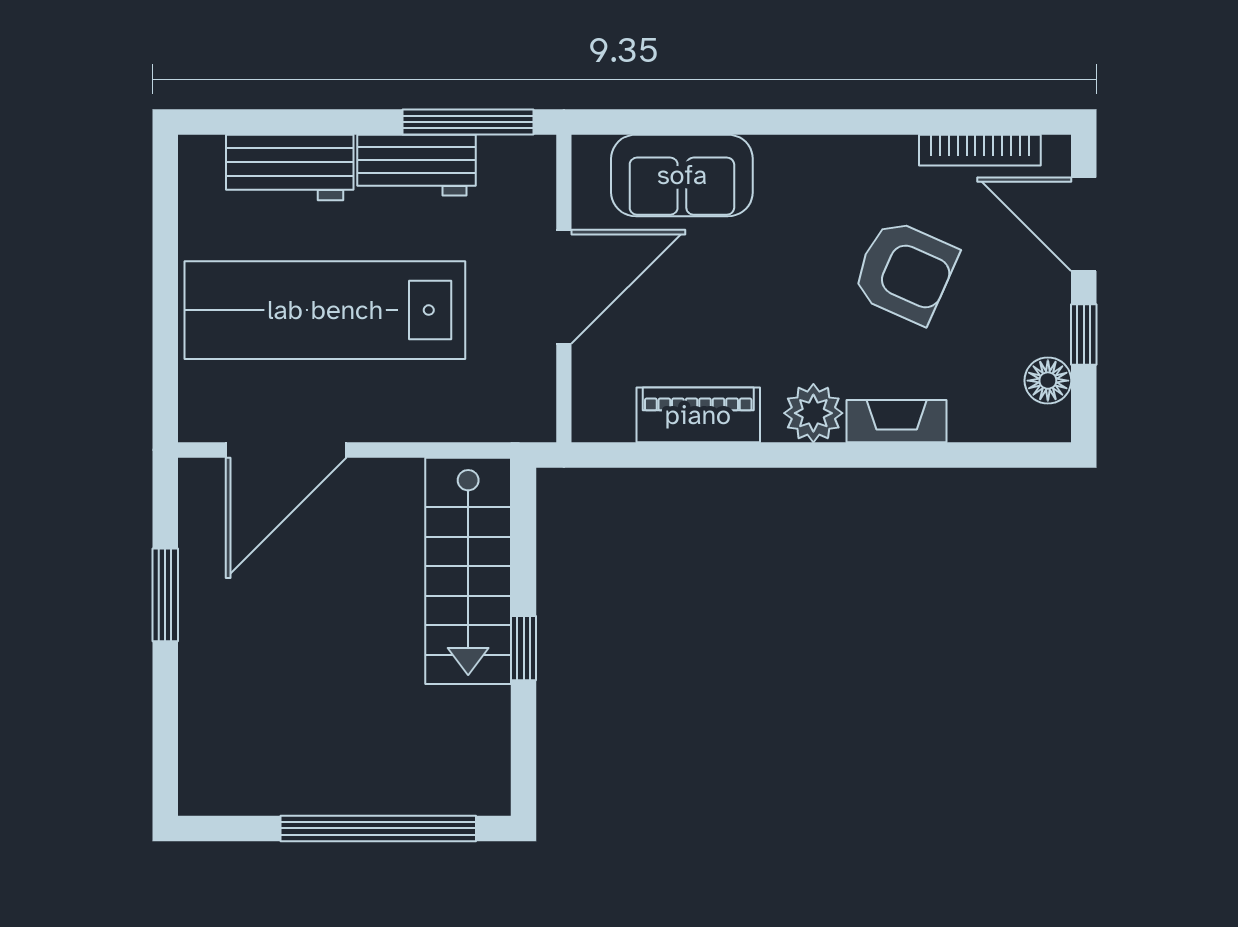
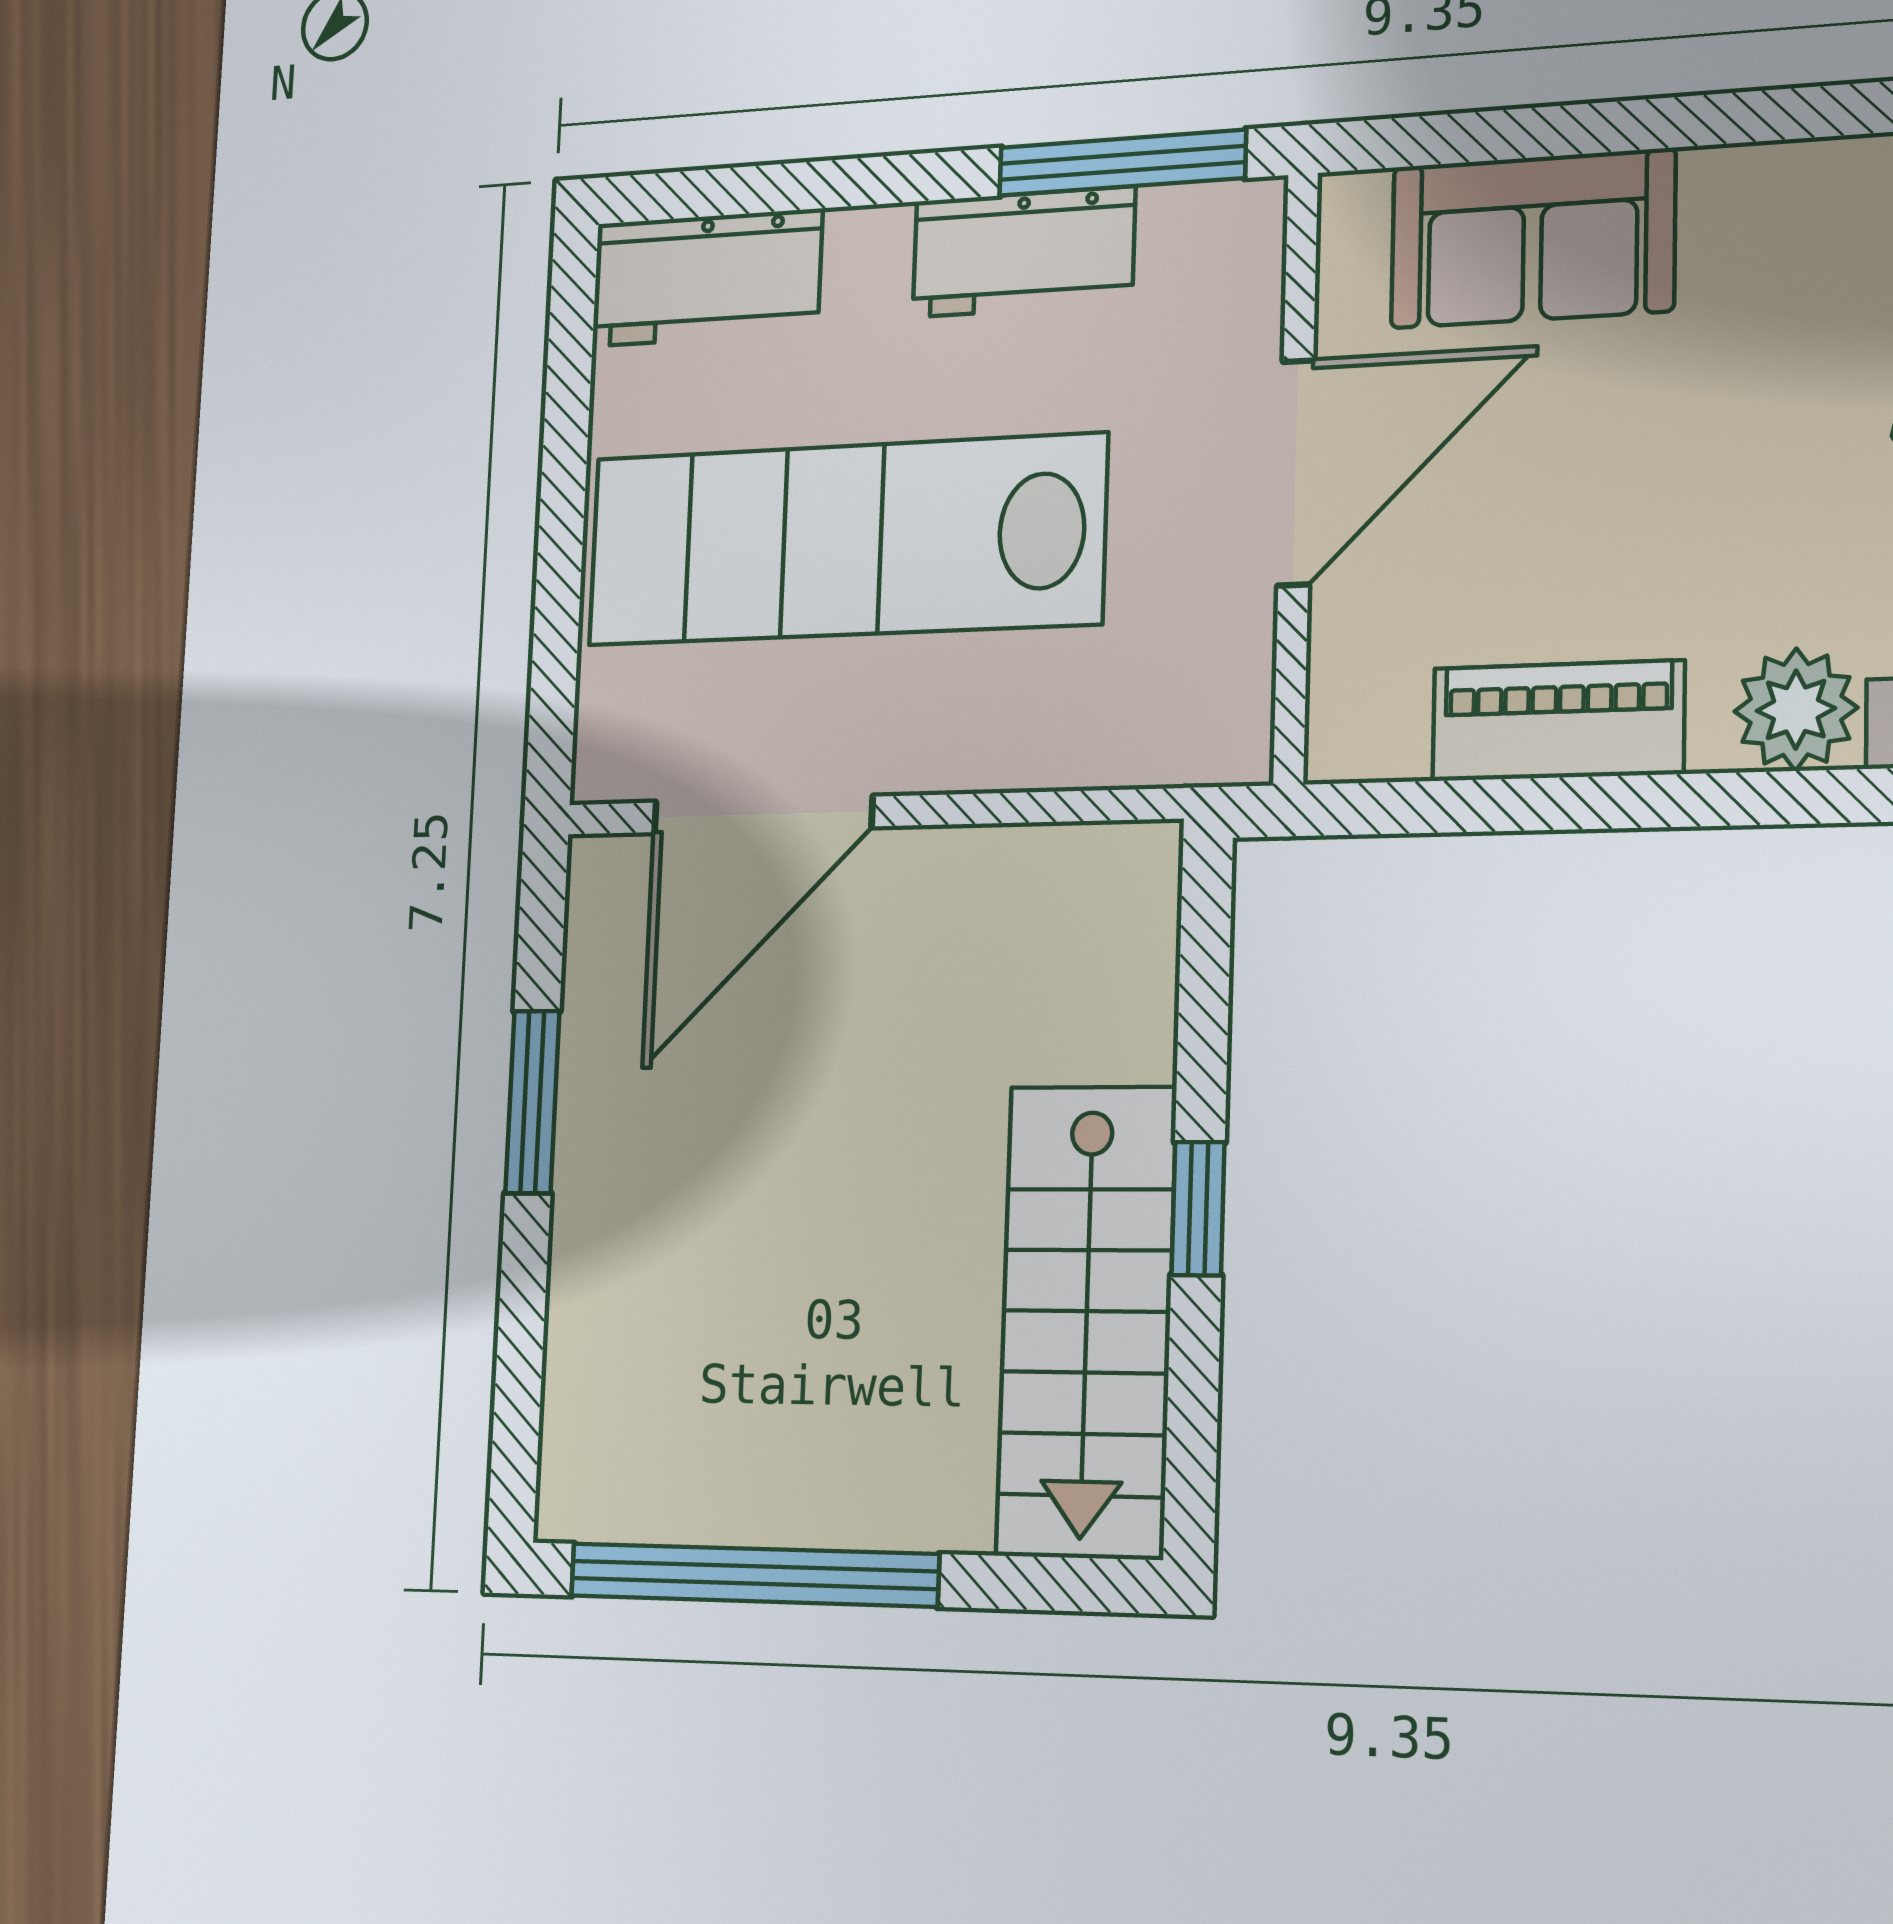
workbench: (290, 167) -> (707, 278), moved
stairs: (468, 571) -> (1086, 1321), moved
window: (378, 828) -> (753, 1575), moved

